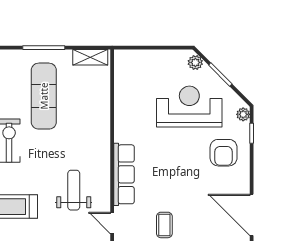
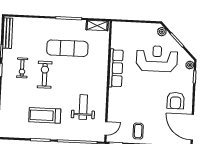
exercise mat: (44, 96) -> (67, 48), turned 90
armchair: (224, 153) -> (176, 101), moved
row of seats: (124, 174) -> (116, 68), moved
door: (112, 223) -> (106, 128), swing flipped

